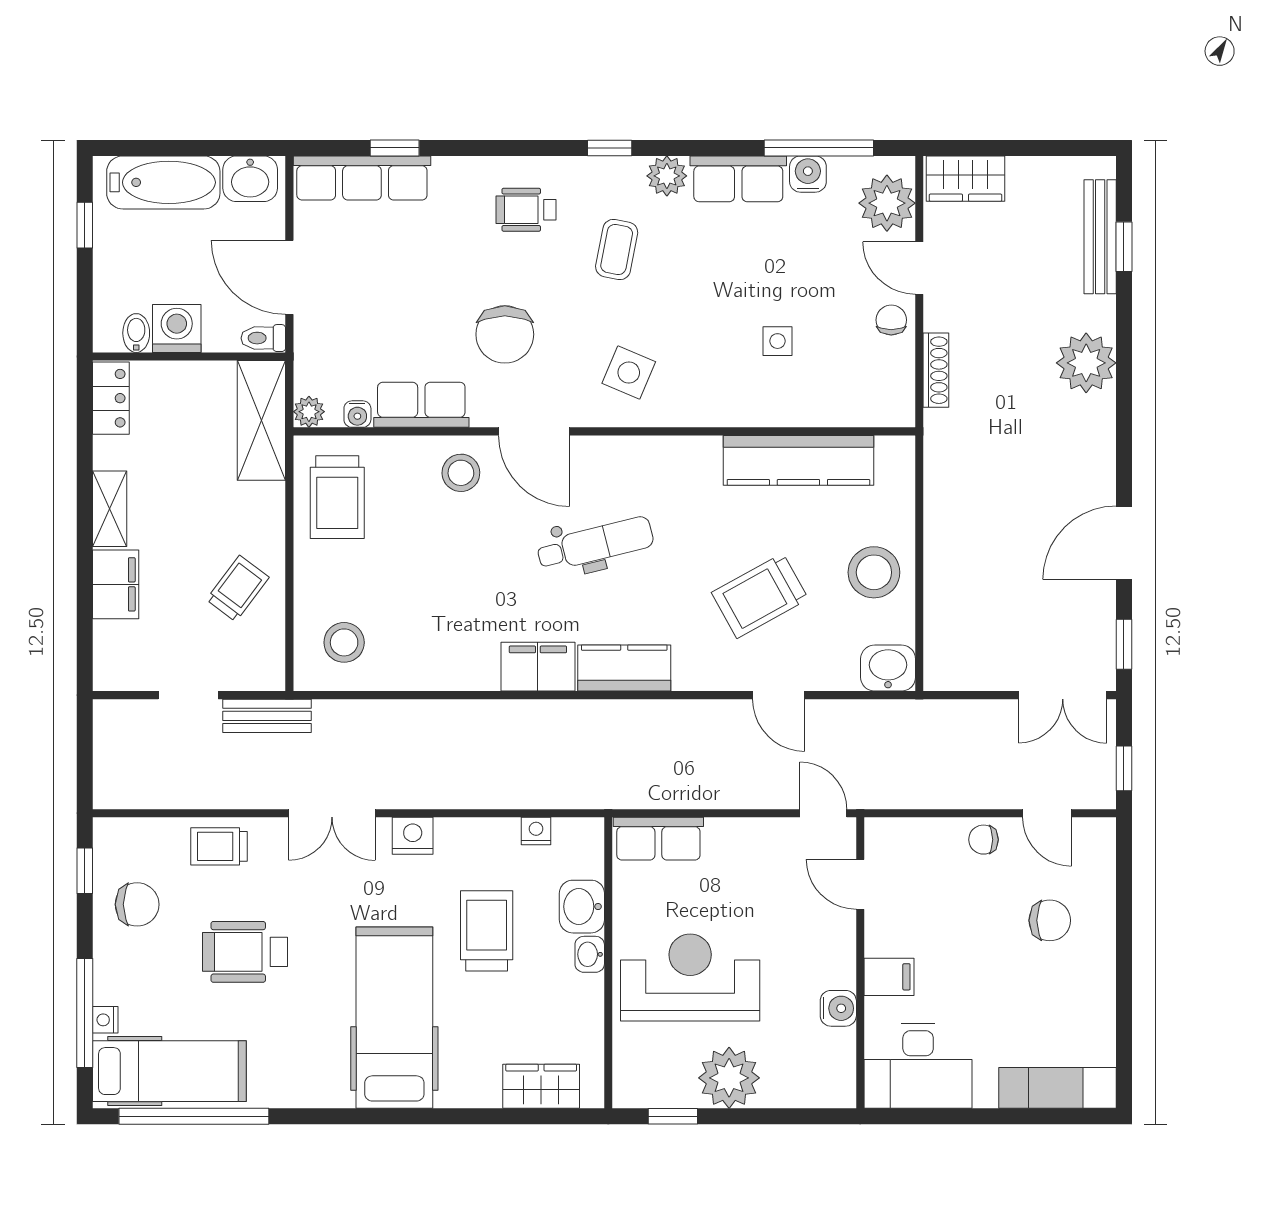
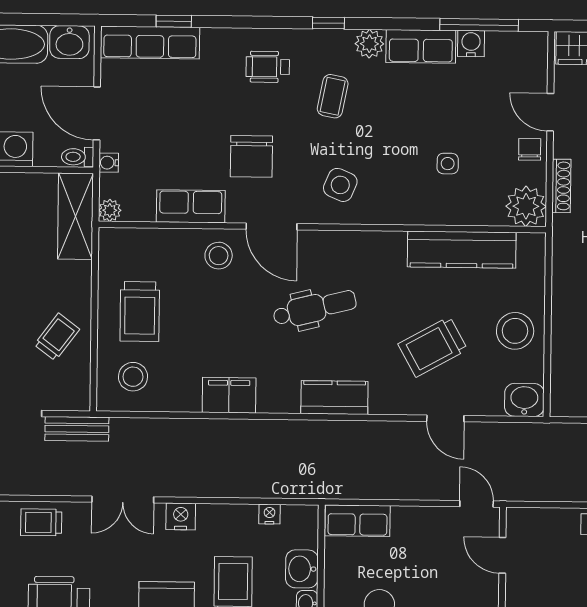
plant: (887, 203) -> (526, 206), moved
water cooler: (357, 414) -> (109, 163), moved, turned 90
trolley: (337, 497) -> (140, 311), moved
filing cabinet: (538, 667) -> (229, 395), moved

